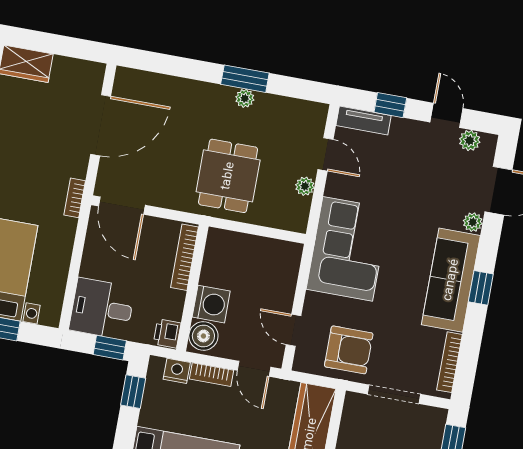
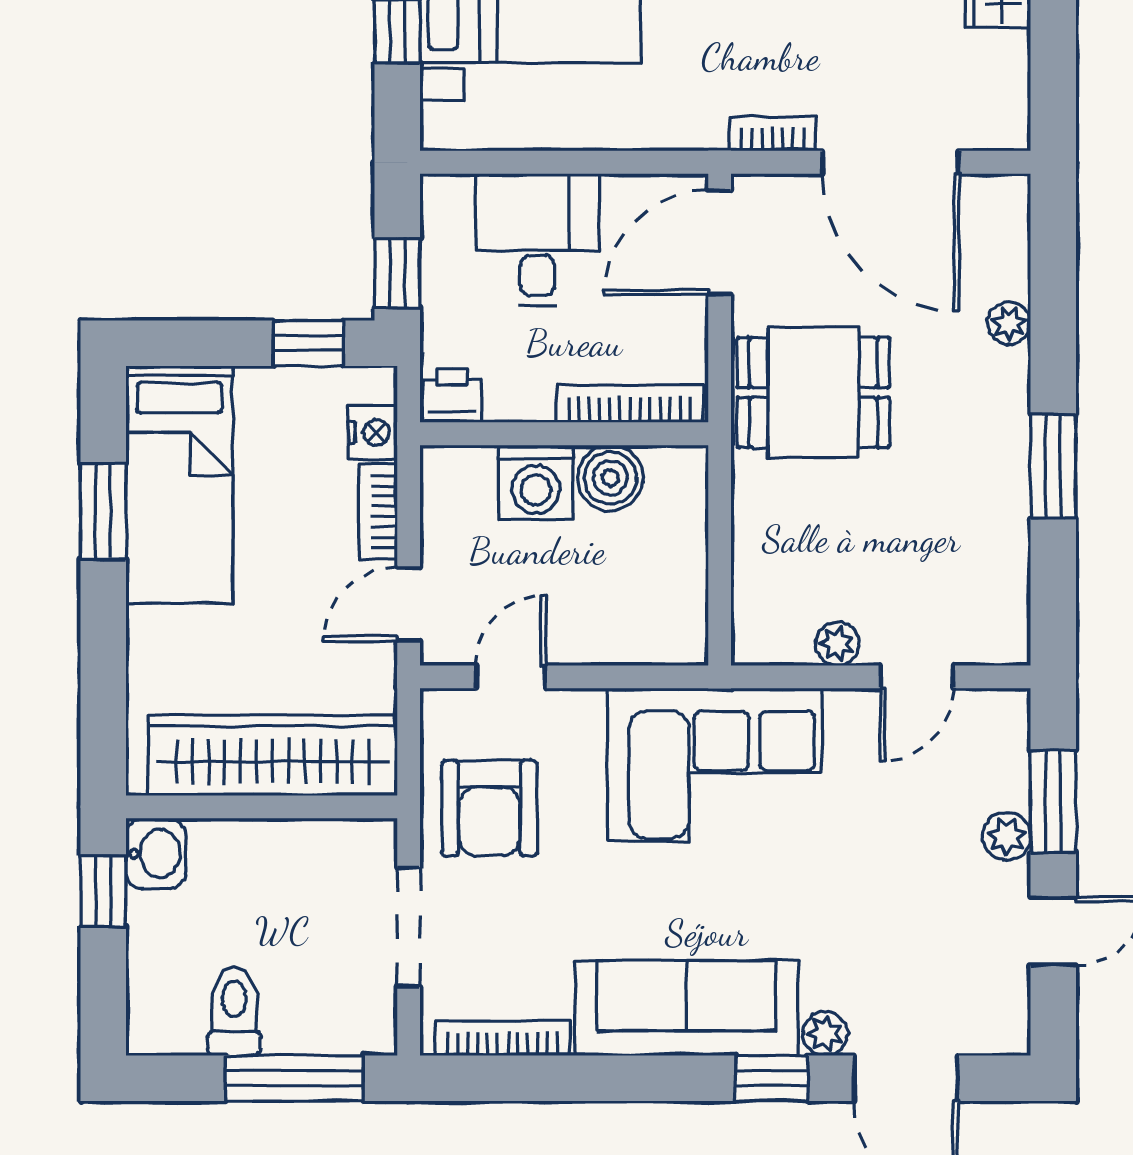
plant: (245, 98) -> (1009, 323), moved
window: (390, 105) -> (1053, 802), width x1.50
tv unit: (363, 121) -> (1008, 748), removed
plant: (470, 140) -> (1007, 836), moved
dining table: (228, 176) -> (813, 393), moved
bookcase: (75, 198) -> (772, 134), moved
window: (481, 288) -> (772, 1078), moved
desk: (102, 309) -> (538, 240), moved
boiler: (203, 336) -> (610, 478), moved

